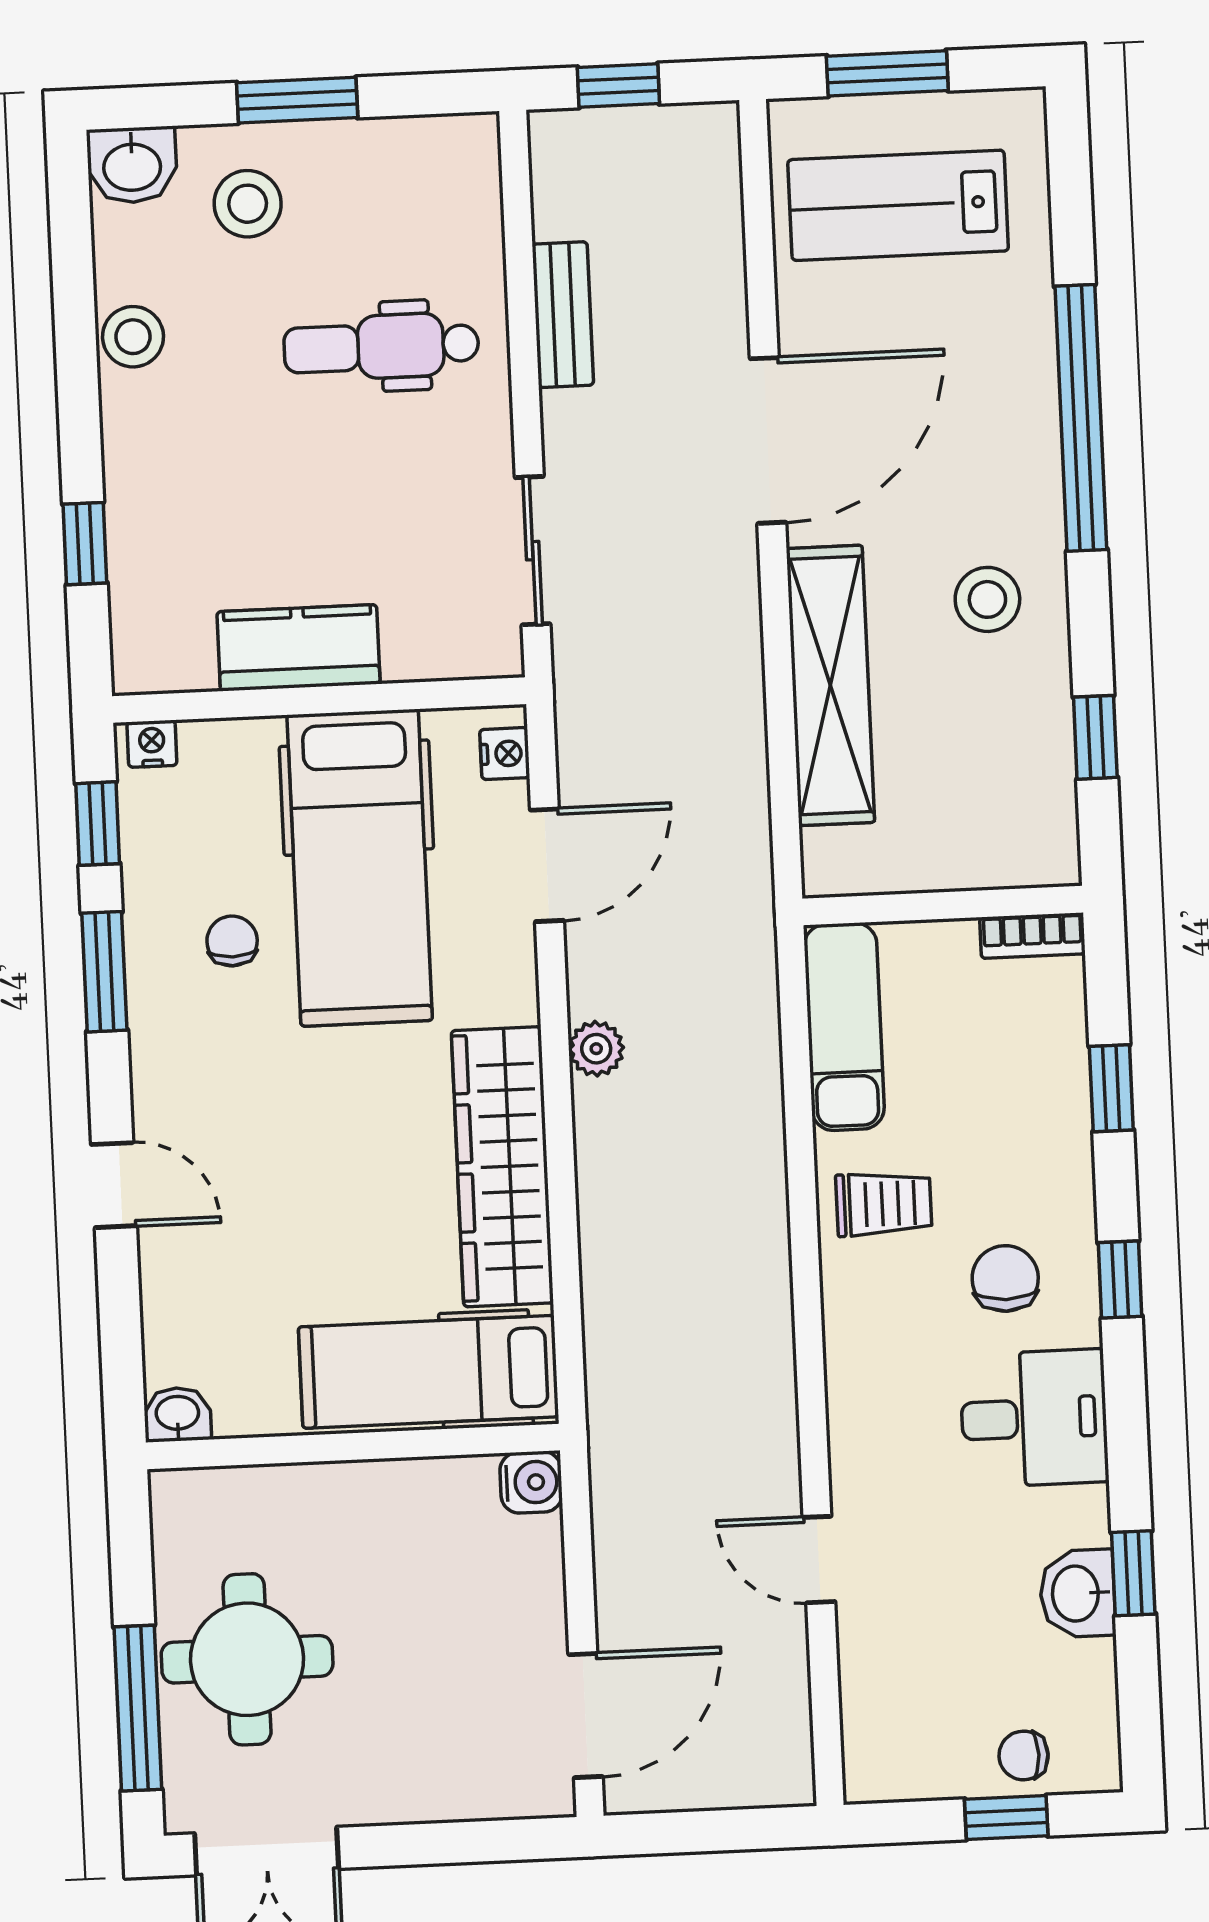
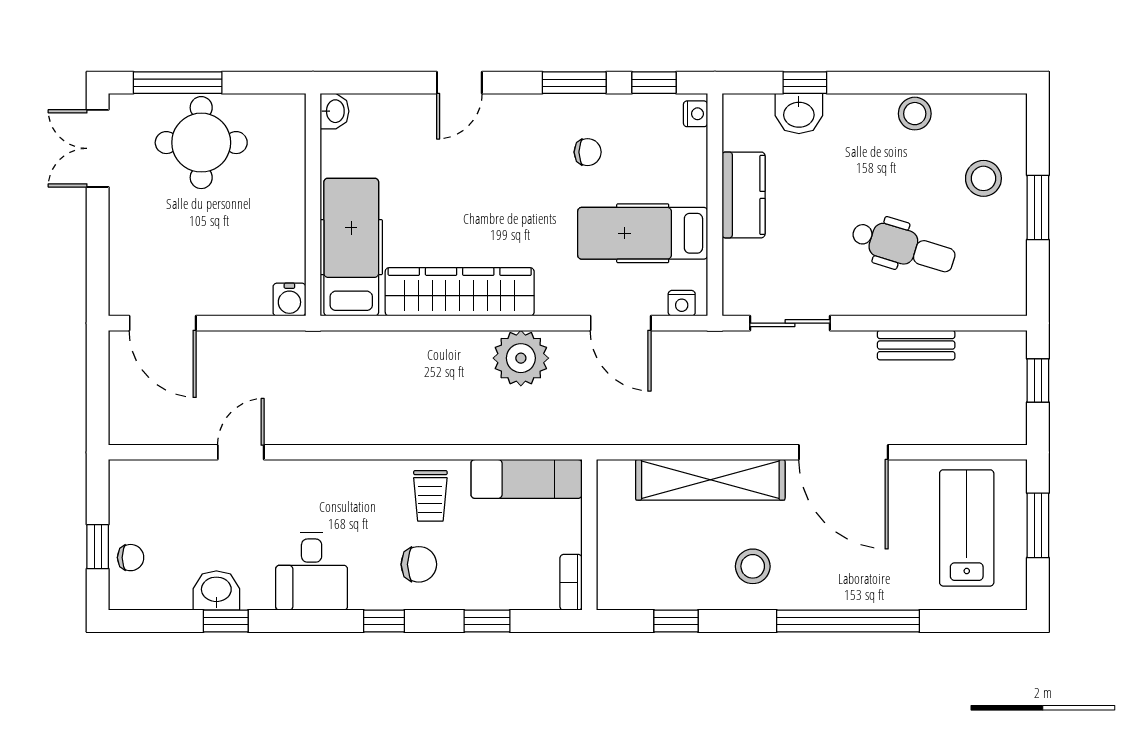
washbasin: (132, 165) -> (799, 114), moved, turned -90
dental chair: (381, 347) -> (903, 247), turned 107
hospital bed: (360, 868) -> (643, 233), width x0.73, depth x0.78
plant: (596, 1049) -> (521, 358), width x1.87, depth x1.87
chair: (1005, 1278) -> (419, 564), moved
chair: (1024, 1755) -> (131, 558), turned 90

